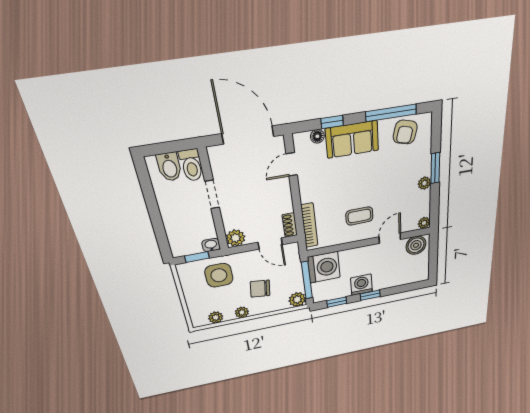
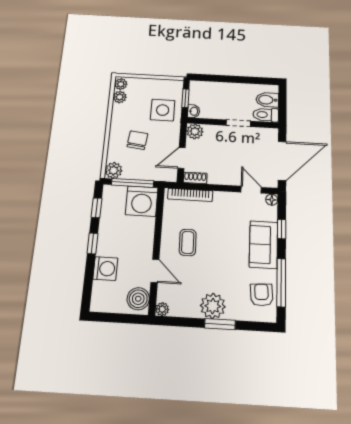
armchair: (405, 132) -> (262, 295), turned 72
floor lamp: (317, 136) -> (272, 200), moved
plant: (424, 183) -> (213, 306), width x1.87, depth x1.87
washing machine: (361, 285) -> (105, 269), moved
plant: (242, 312) -> (121, 84), moved

